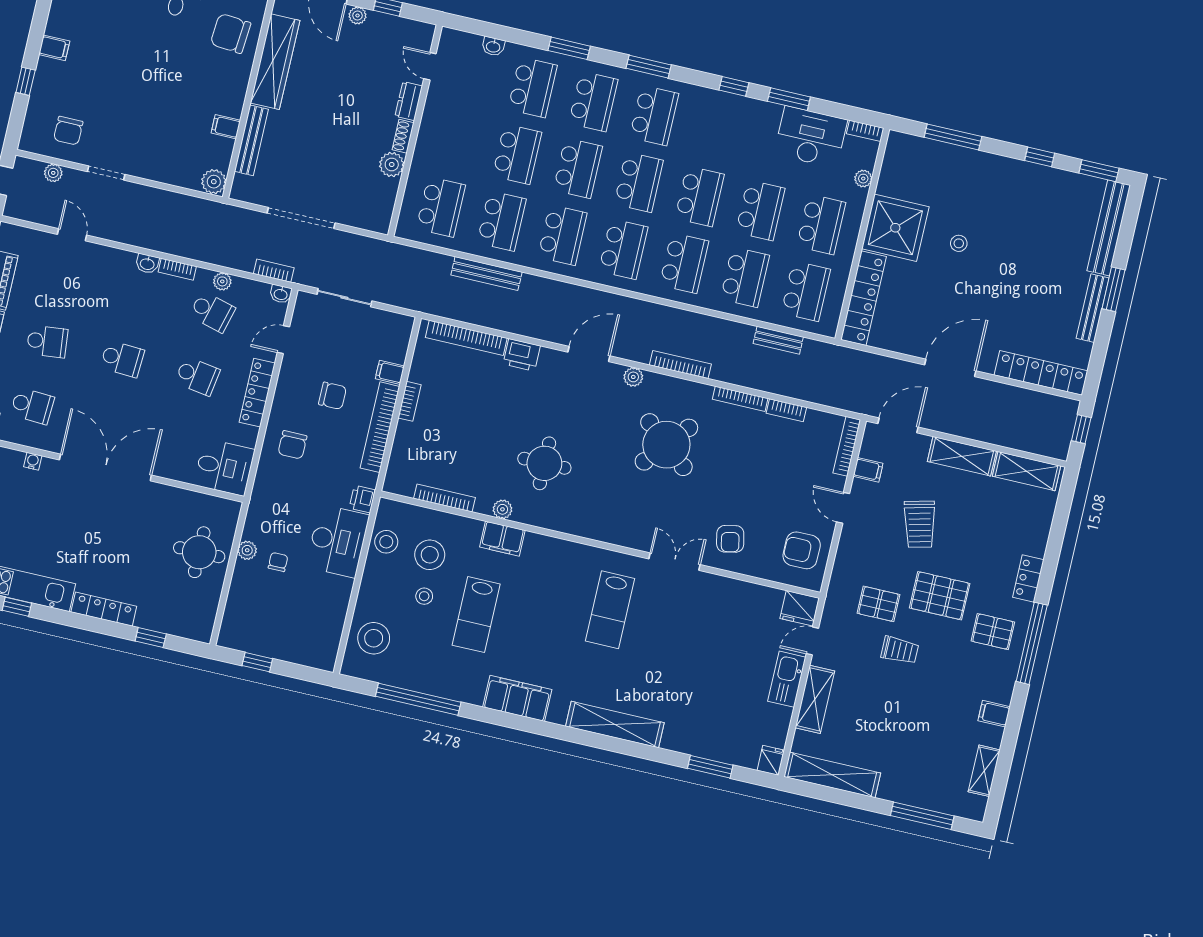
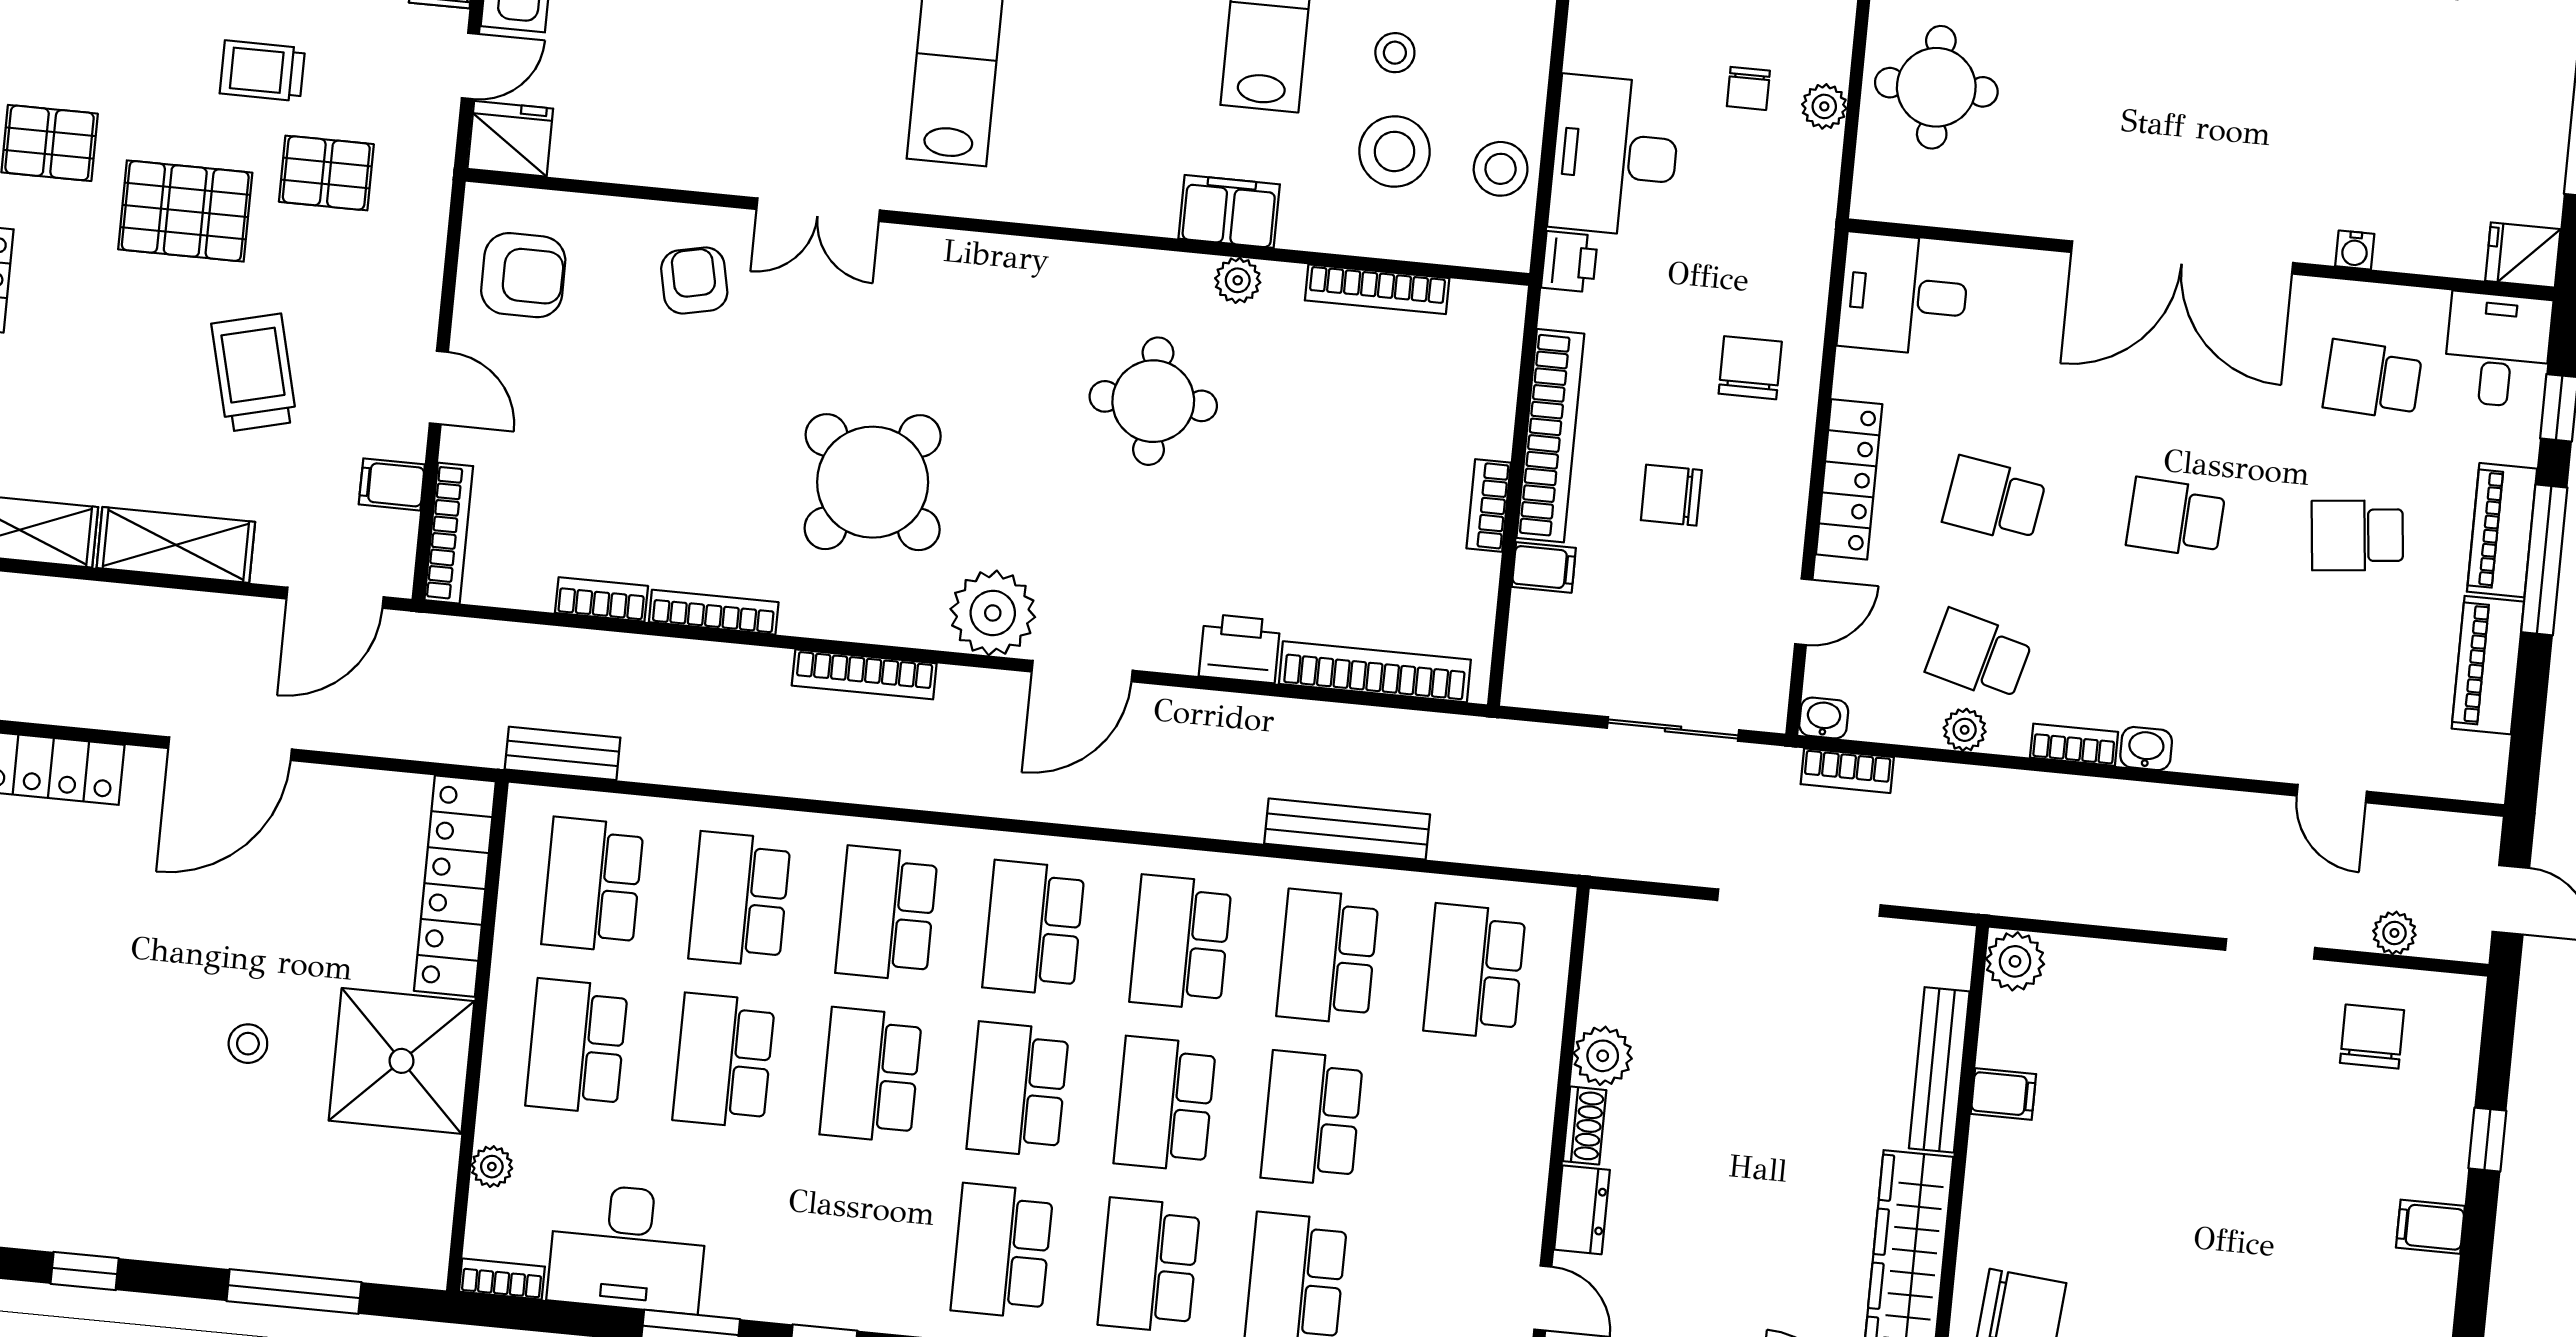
bench: (778, 340) -> (563, 753), moved
plant: (633, 377) -> (993, 613), width x1.88, depth x1.88

